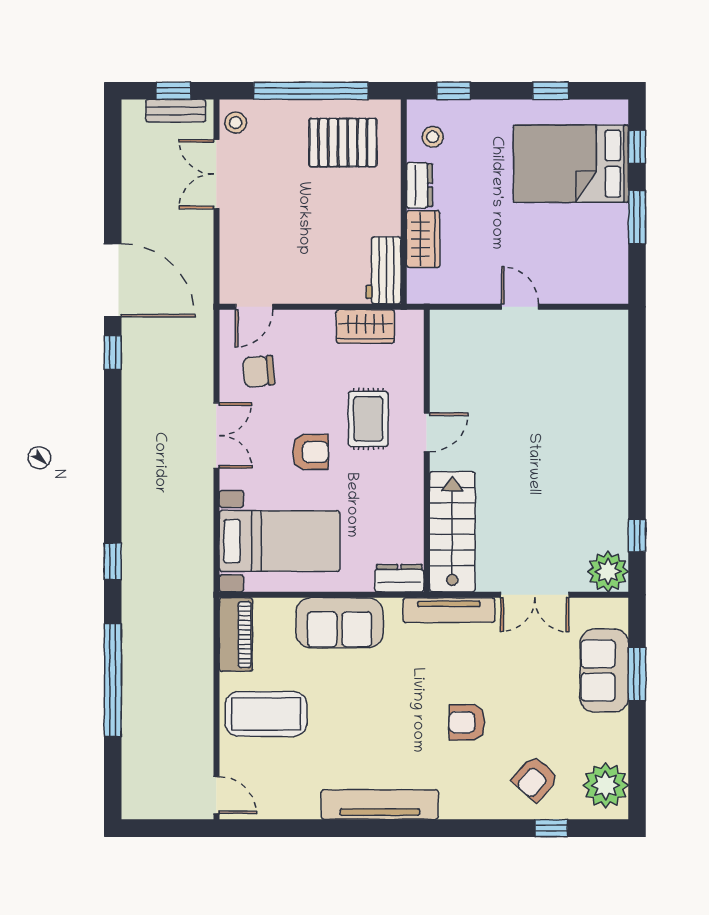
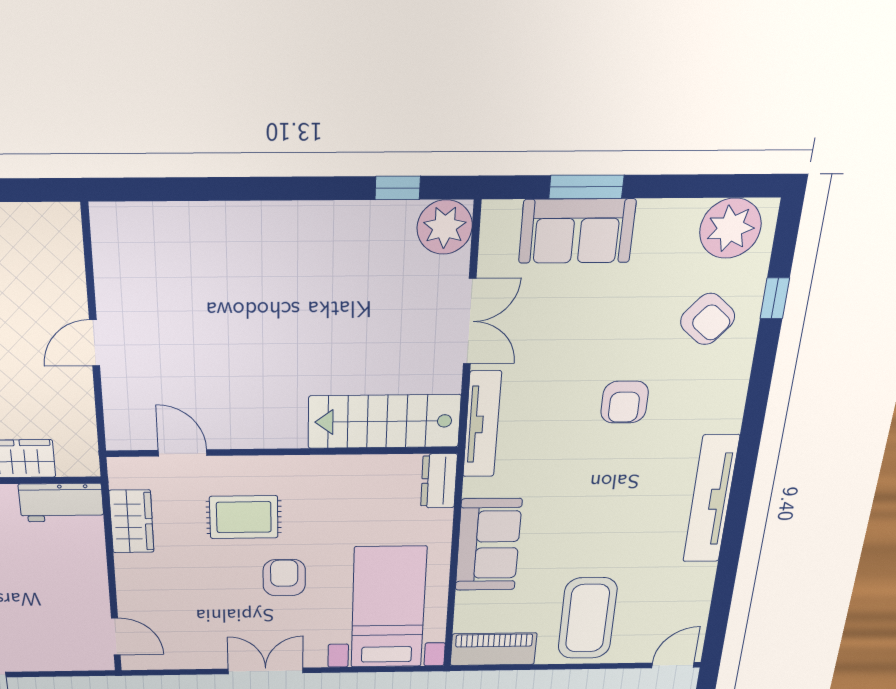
chair: (259, 371) -> (191, 631), removed
door: (427, 432) -> (183, 453), moved

